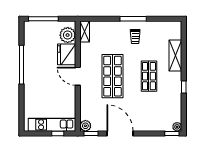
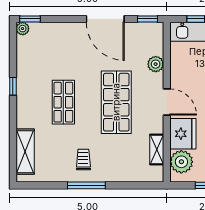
shelving: (85, 32) -> (157, 150), moved
shelving: (175, 55) -> (25, 152), moved
plant: (85, 126) -> (156, 64), moved

